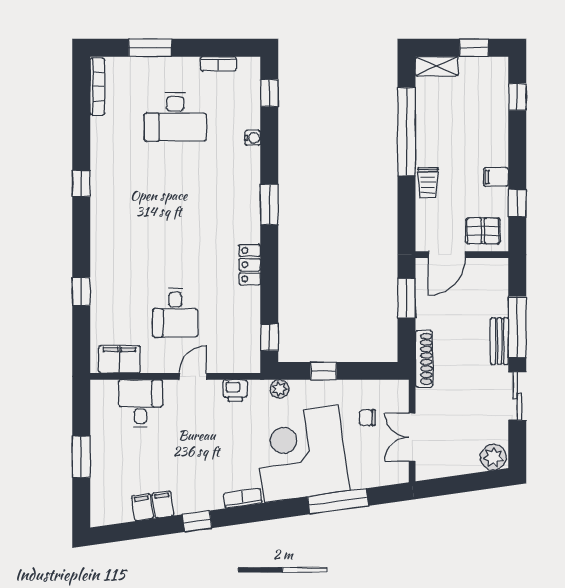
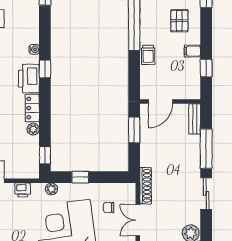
water cooler: (253, 138) -> (34, 49), moved
window: (269, 205) -> (45, 69), width x0.67
printer: (245, 219) -> (29, 79), added
pallet: (483, 231) -> (179, 21), moved, turned 90
plant: (251, 297) -> (33, 129), added
bench: (500, 341) -> (195, 119), moved
shoe rack: (424, 359) -> (146, 186), moved

